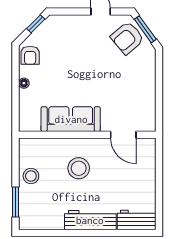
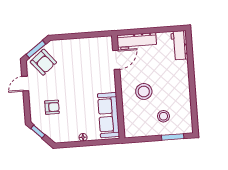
armchair: (30, 55) -> (52, 107), moved
sofa: (71, 119) -> (108, 115), moved
stool: (31, 176) -> (163, 116), moved
workbench: (90, 220) -> (137, 41), moved, turned -90

